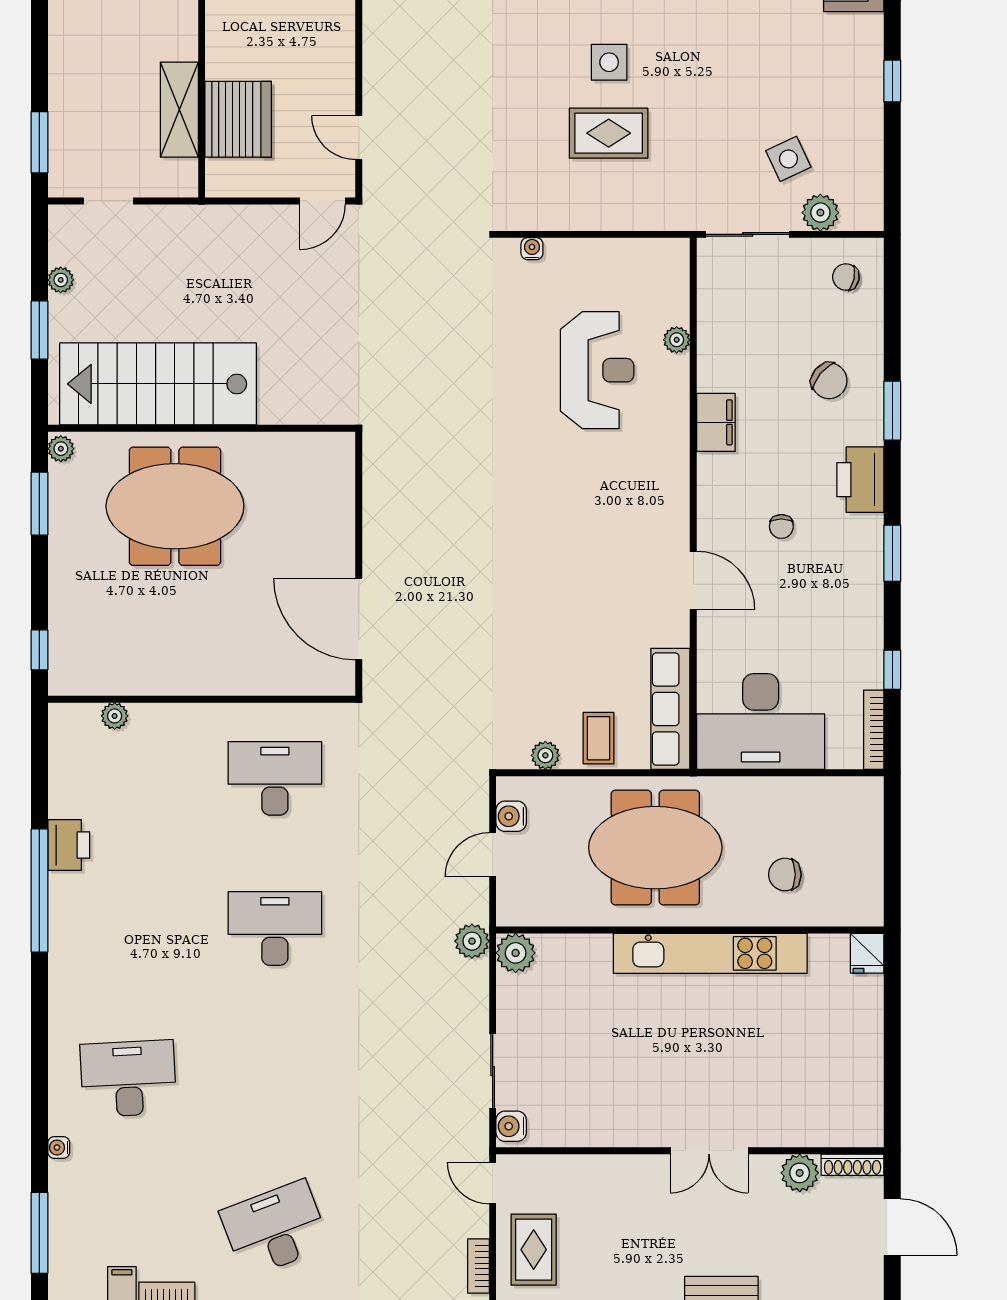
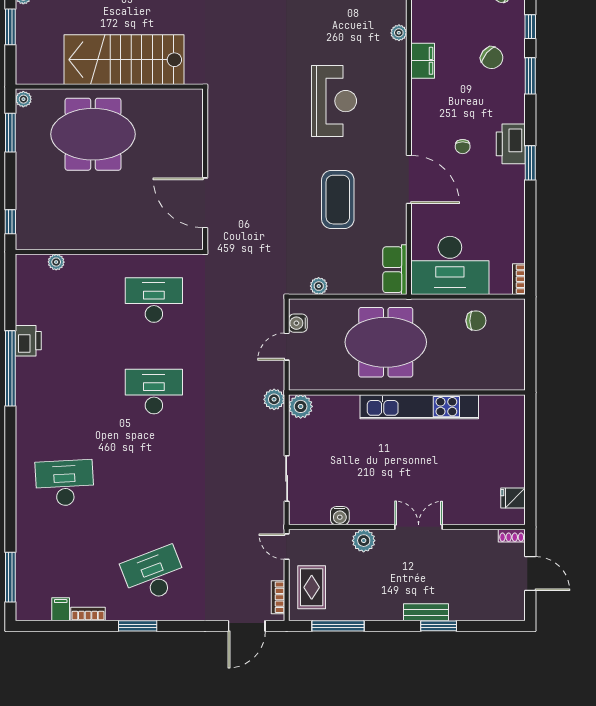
reception desk: (597, 370) -> (334, 101), moved
stairs: (158, 384) -> (124, 60), moved
filing cabinet: (716, 422) -> (423, 61), moved
printer: (860, 480) -> (511, 144), moved
door: (693, 580) -> (409, 179), width x1.36
window: (892, 670) -> (530, 27), moved
row of seats: (670, 709) -> (395, 270), width x0.68
bookcase: (874, 730) -> (519, 279), width x0.64
coffee table: (599, 738) -> (338, 200), moved, width x1.86, depth x1.72
chair: (785, 874) -> (476, 321), moved, turned 180
fridge: (867, 953) -> (513, 498), moved, turned 90
water cooler: (511, 1126) -> (340, 516), moved, turned -90
water cooler: (59, 1147) -> (22, 525), removed
double door: (709, 1151) -> (419, 527), swing flipped
shoe rack: (853, 1165) -> (512, 536), width x0.70
plant: (800, 1173) -> (364, 541), moved

